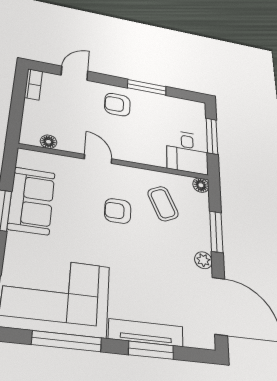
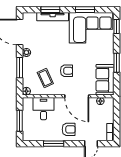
desk: (187, 152) -> (44, 109), moved
door: (98, 159) -> (77, 96), width x1.87
sofa: (32, 200) -> (105, 80), moved
window: (67, 341) -> (85, 10), width x0.69

